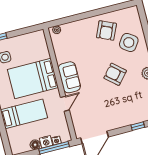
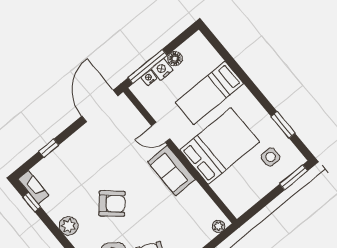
door: (65, 104) -> (161, 132), hinge flipped

